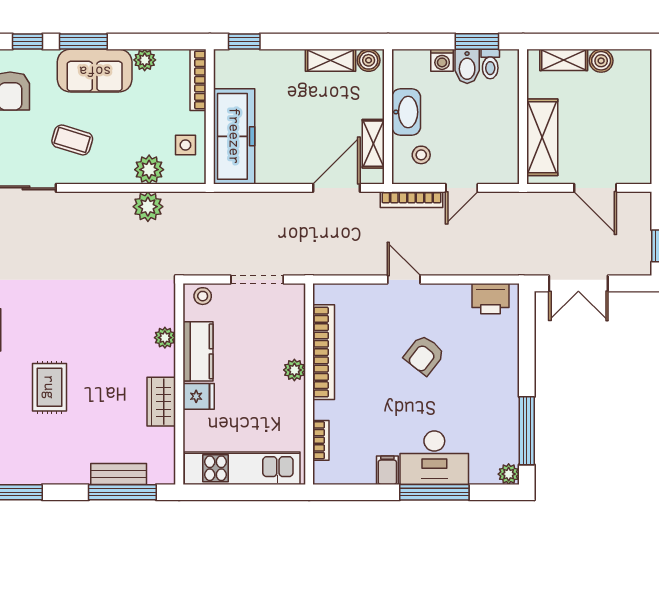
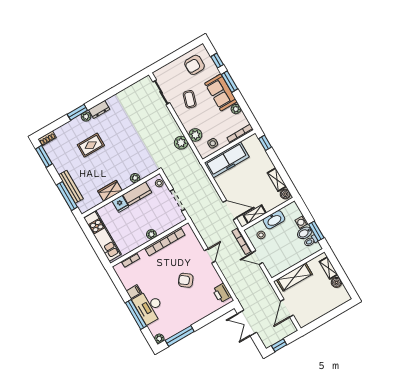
bench: (119, 474) -> (71, 187), width x1.36

